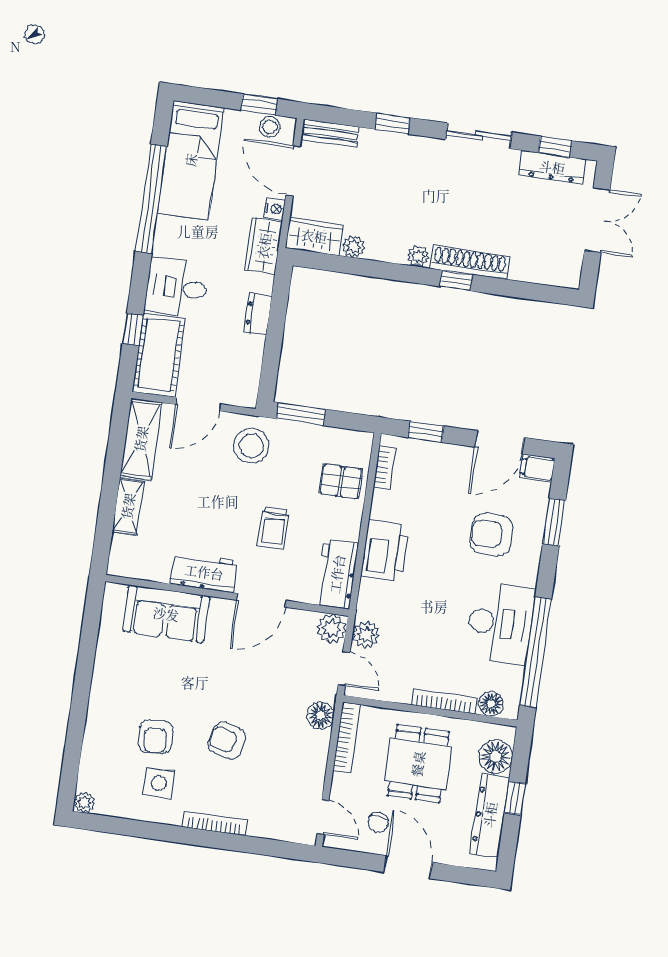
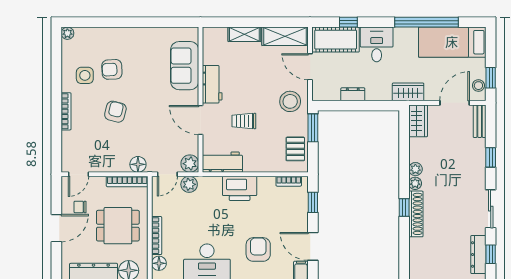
nightstand: (275, 209) -> (431, 95), removed
plant: (354, 246) -> (415, 169), moved
dresser: (258, 314) -> (353, 94), moved
pallet: (341, 481) -> (295, 149), moved

